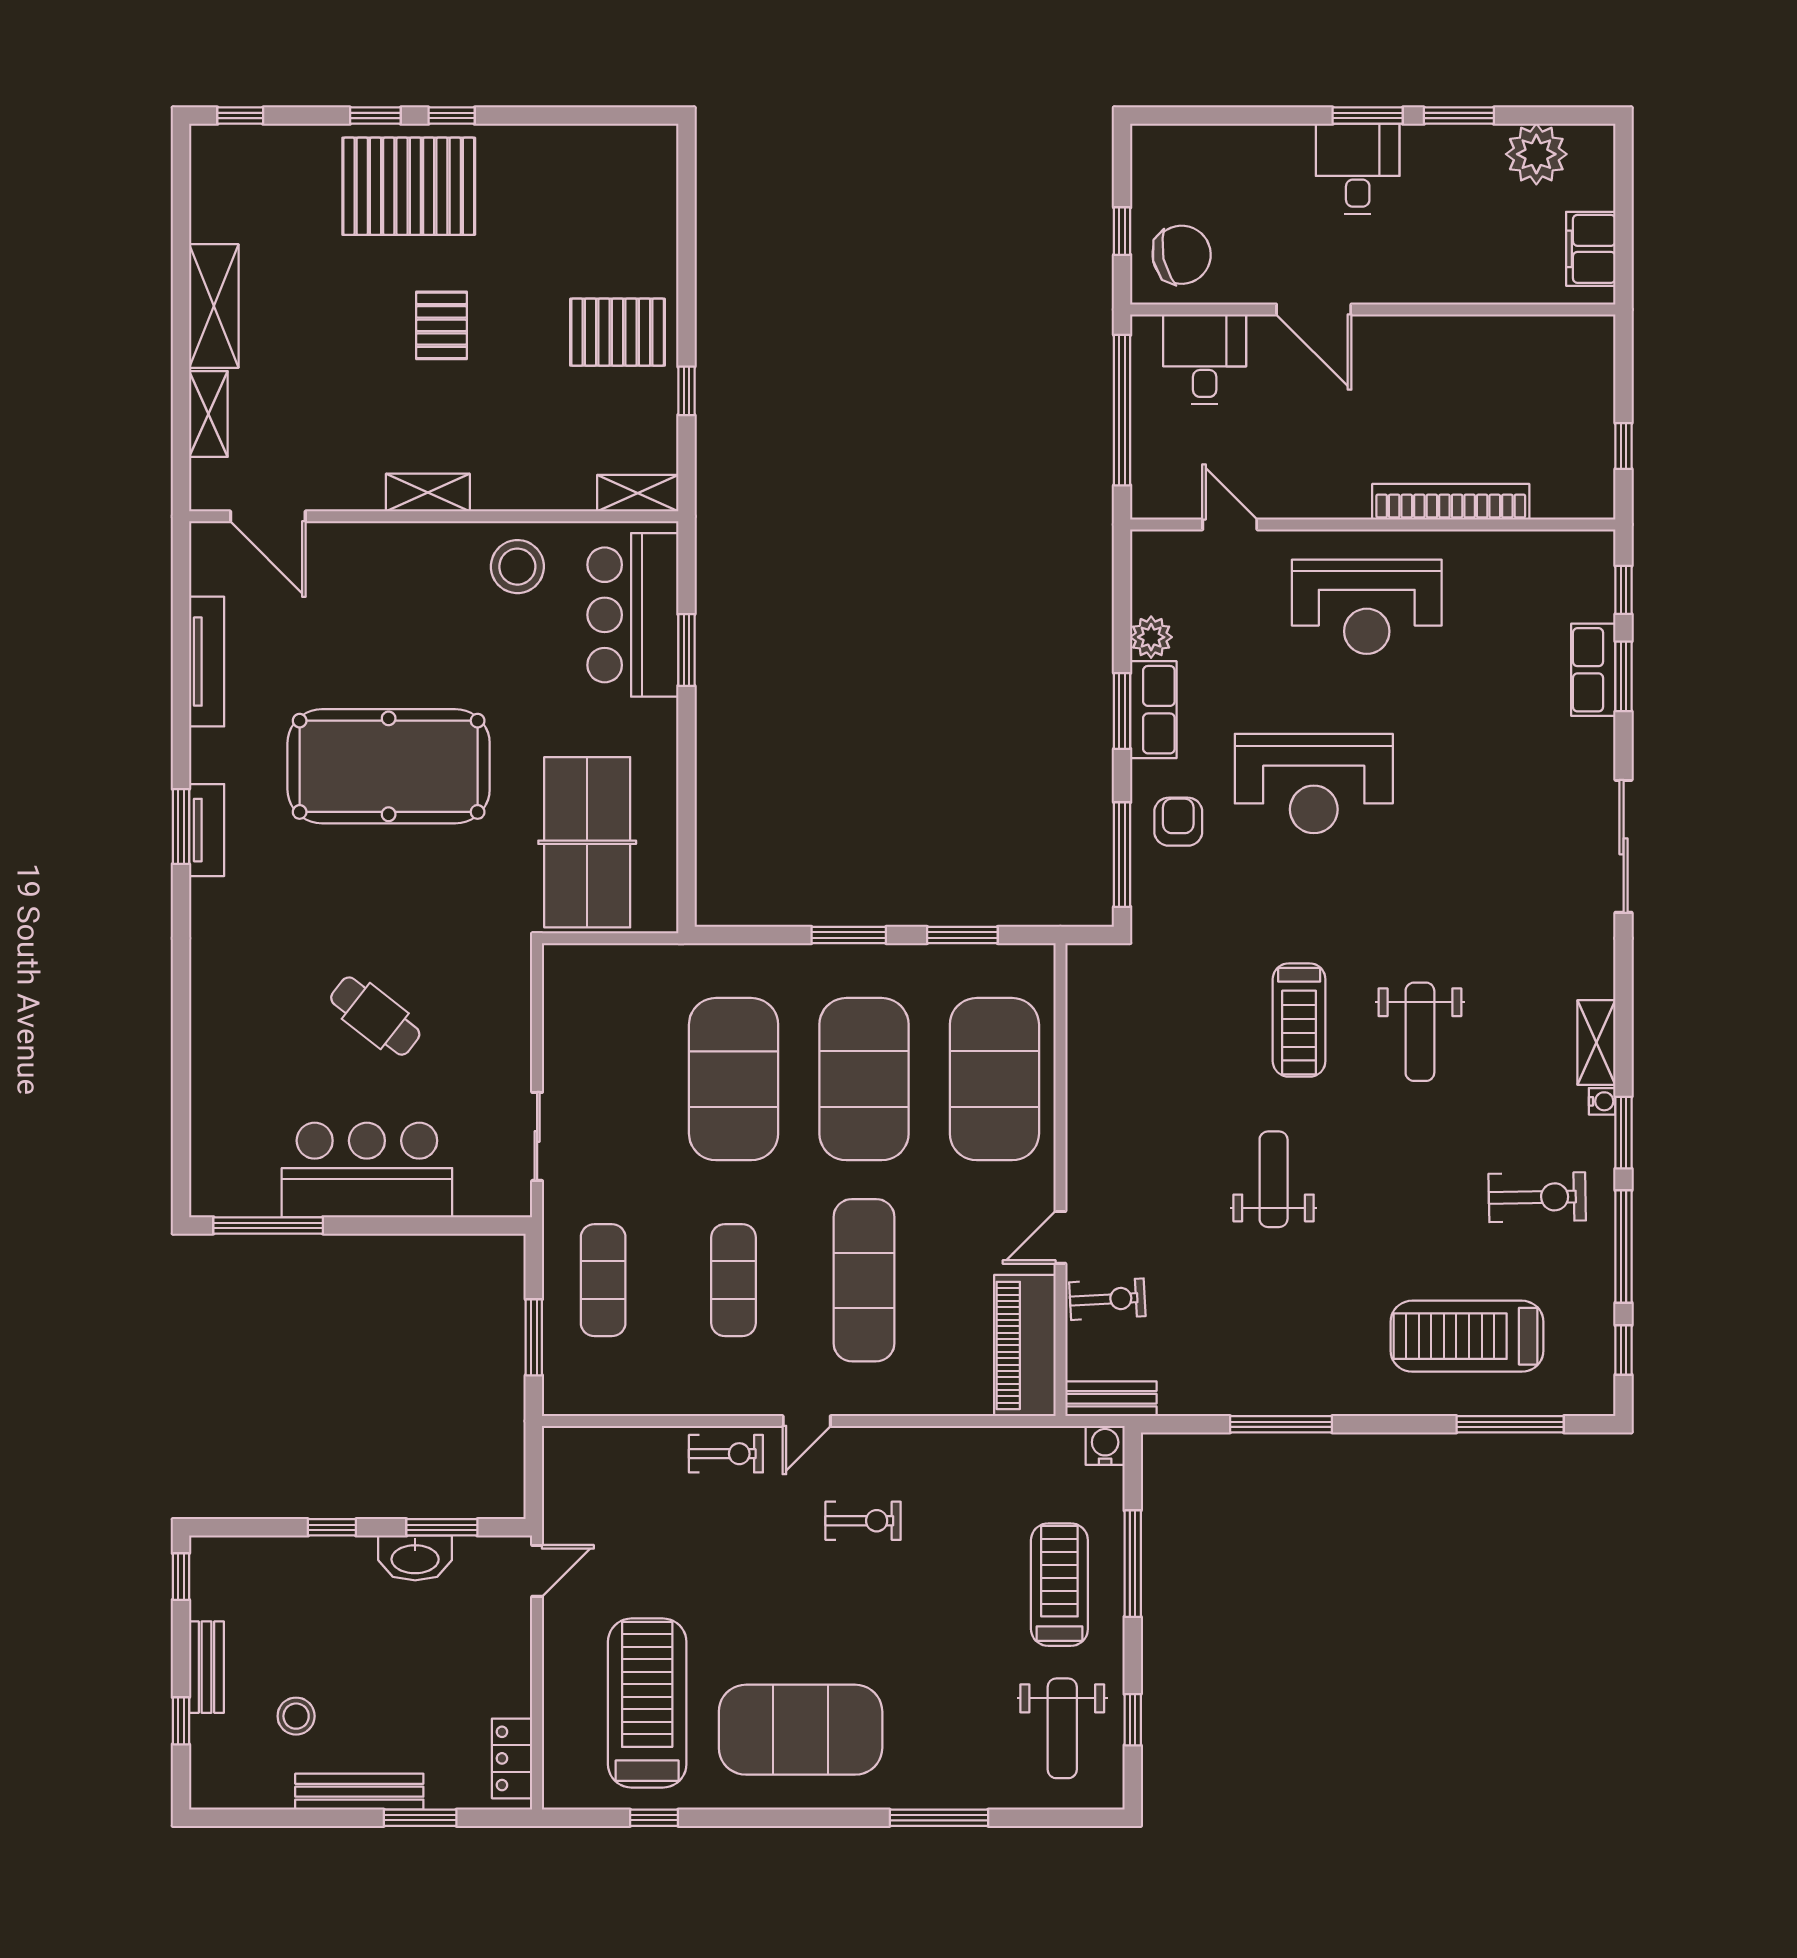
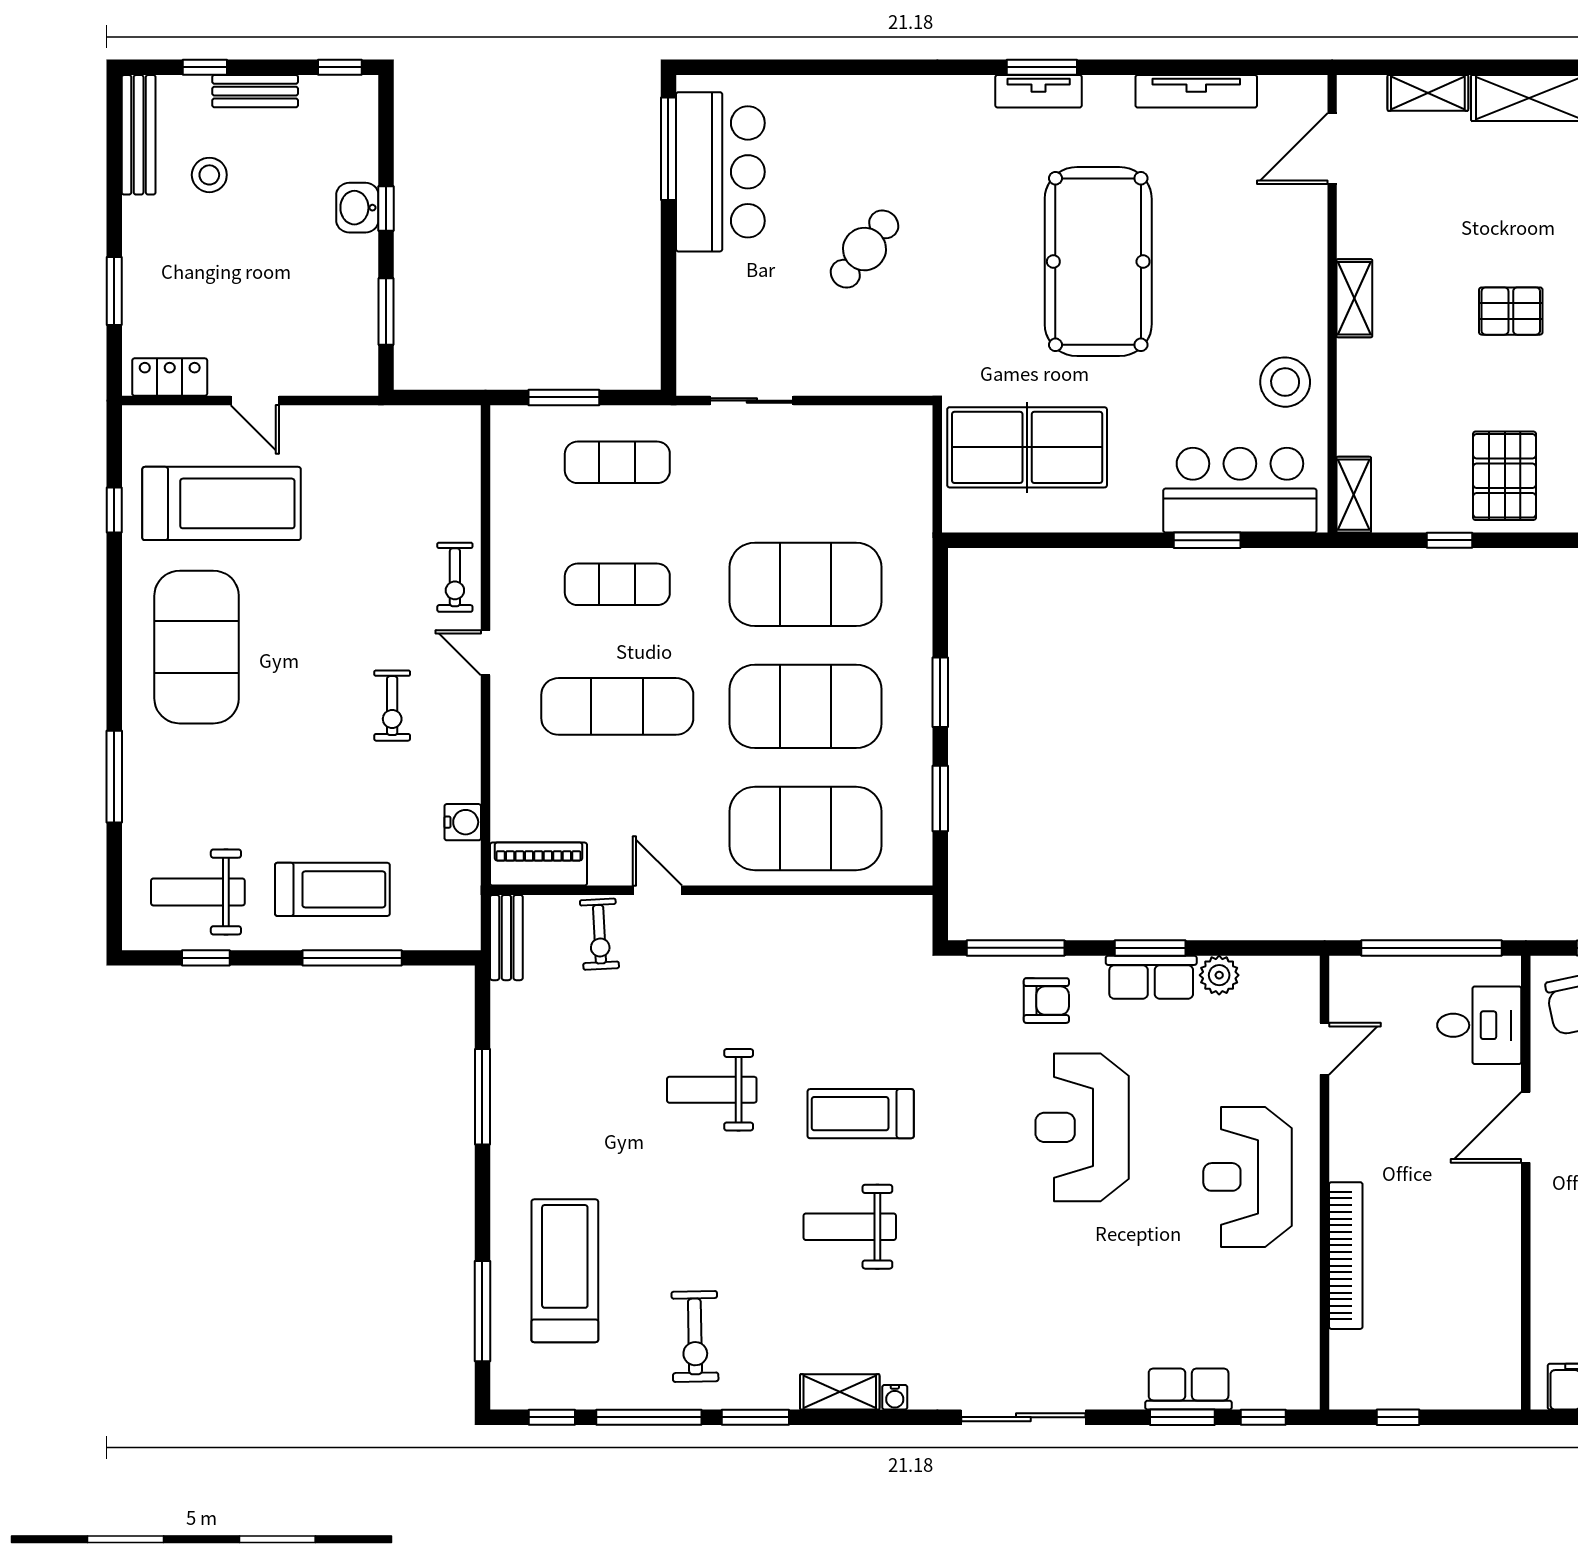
water cooler: (1602, 1101) -> (895, 1397), moved
bar counter: (367, 1170) -> (720, 172), moved
weight bench: (1274, 1179) -> (712, 1090), turned 180
piano: (1025, 1345) -> (538, 864), width x0.73, depth x0.75
water cooler: (1105, 1445) -> (463, 822), moved
washbasin: (415, 1558) -> (357, 208), moved, width x0.72
door: (537, 1571) -> (255, 401), moved
bench: (359, 1792) -> (139, 135), moved

